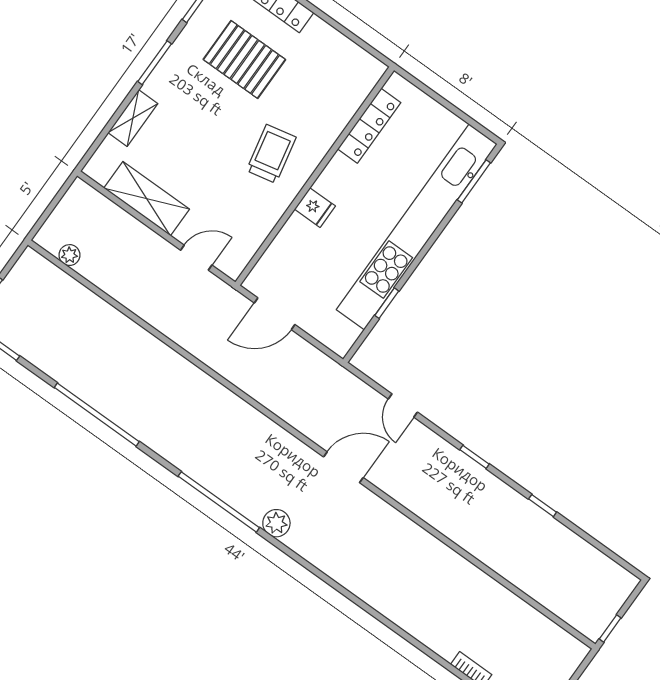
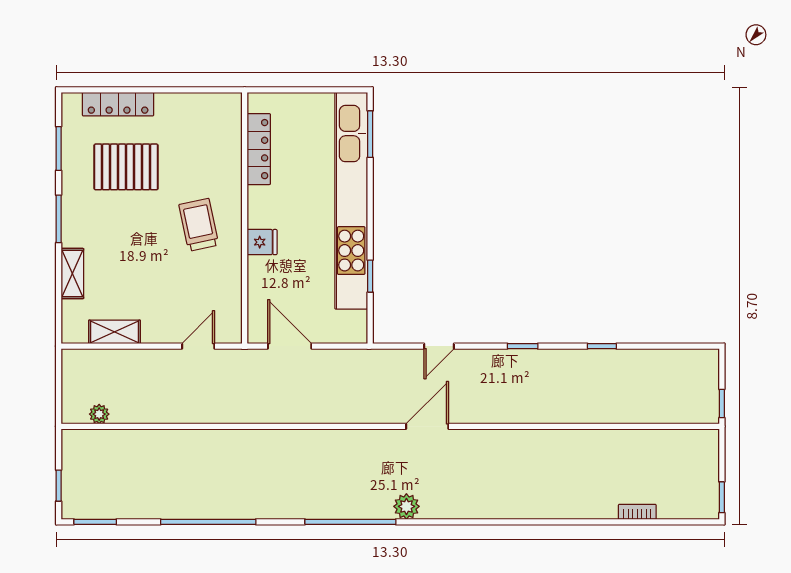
shelving: (147, 199) -> (115, 332), width x0.67, depth x0.75
door: (275, 314) -> (290, 346), swing flipped
door: (403, 406) -> (439, 346), hinge flipped

